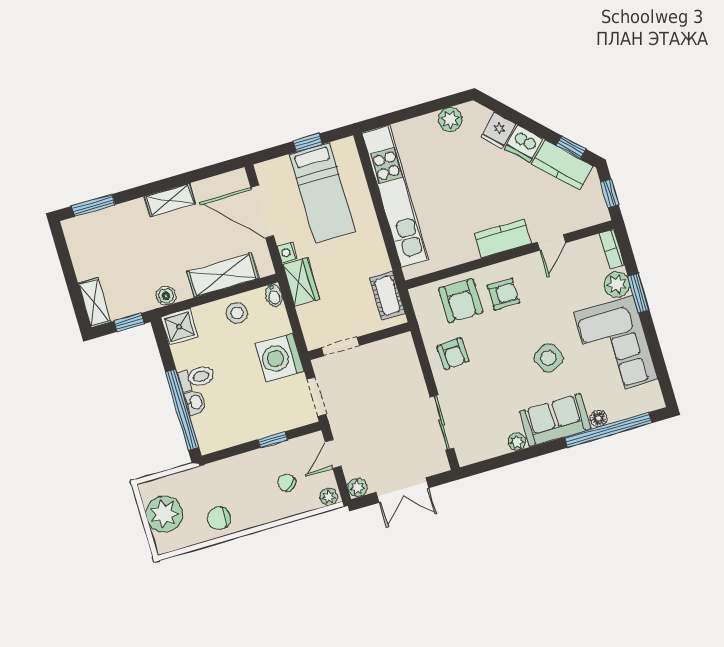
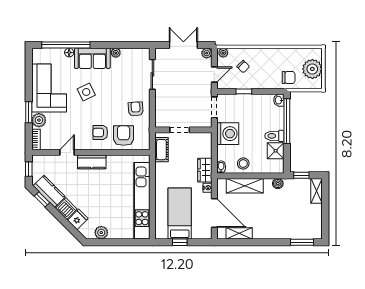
shelving: (170, 200) -> (239, 233), moved
shower: (179, 327) -> (276, 151), moved
doorway: (340, 347) -> (180, 130), moved
washbasin: (195, 402) -> (279, 100), moved
chair: (219, 518) -> (289, 78), moved

